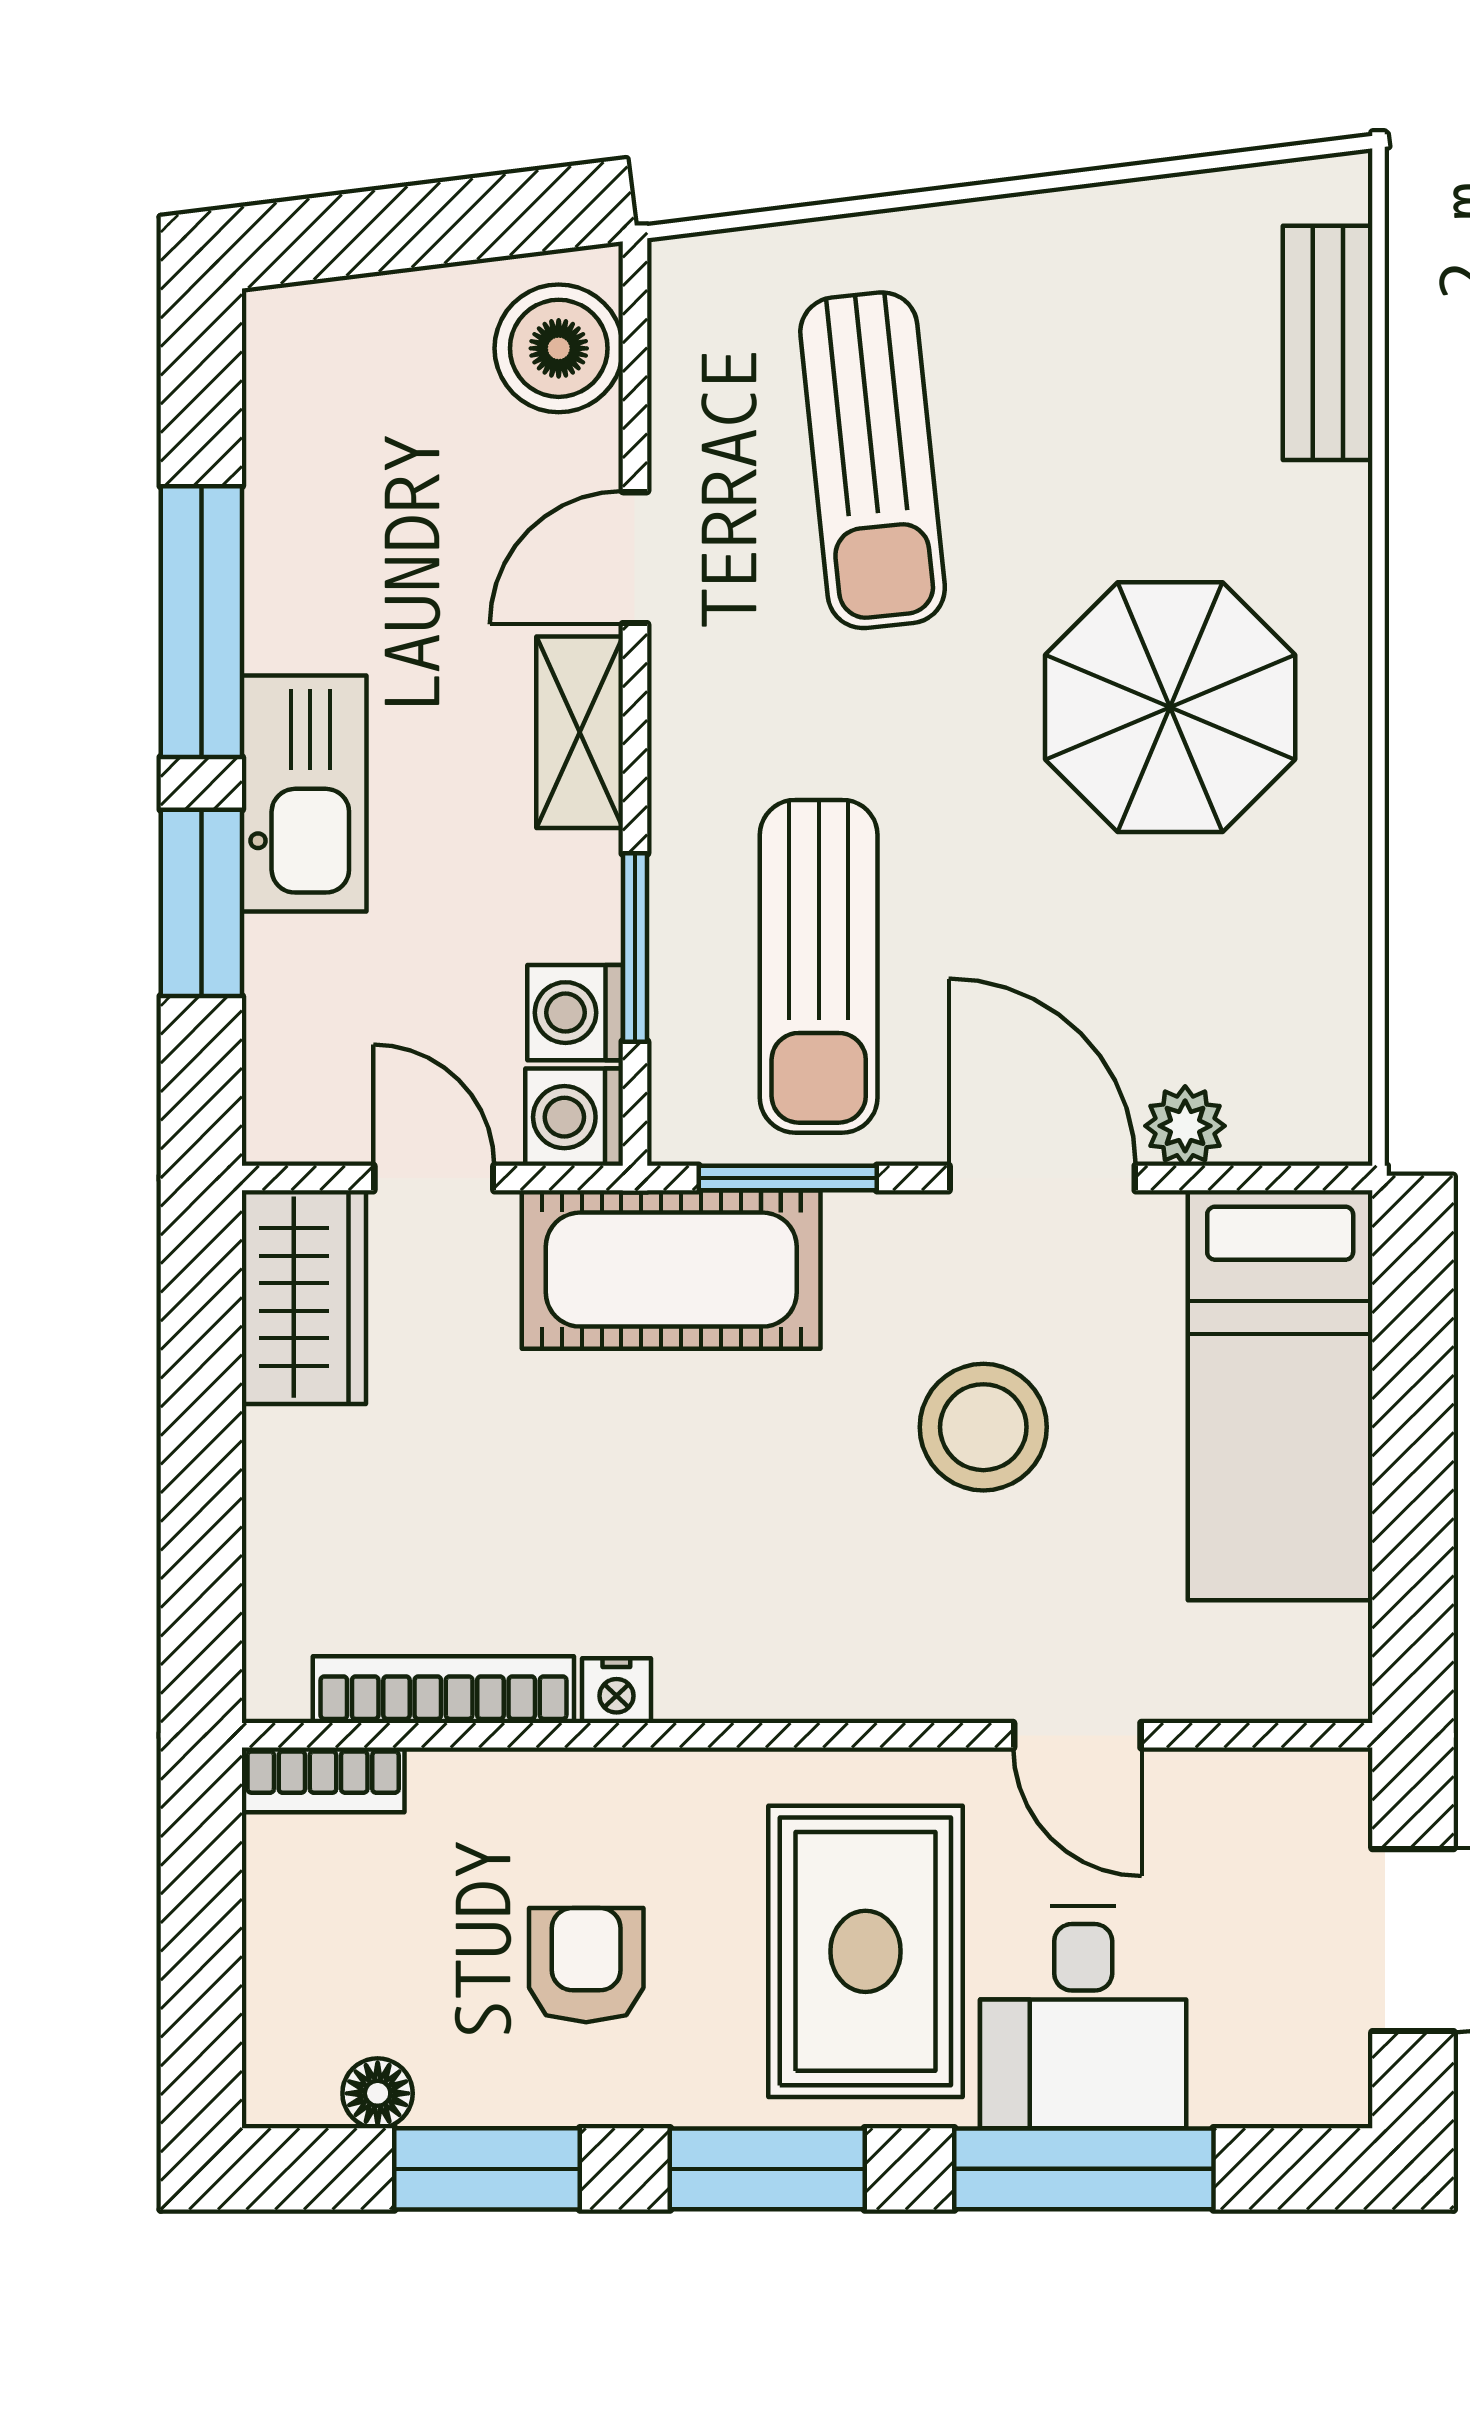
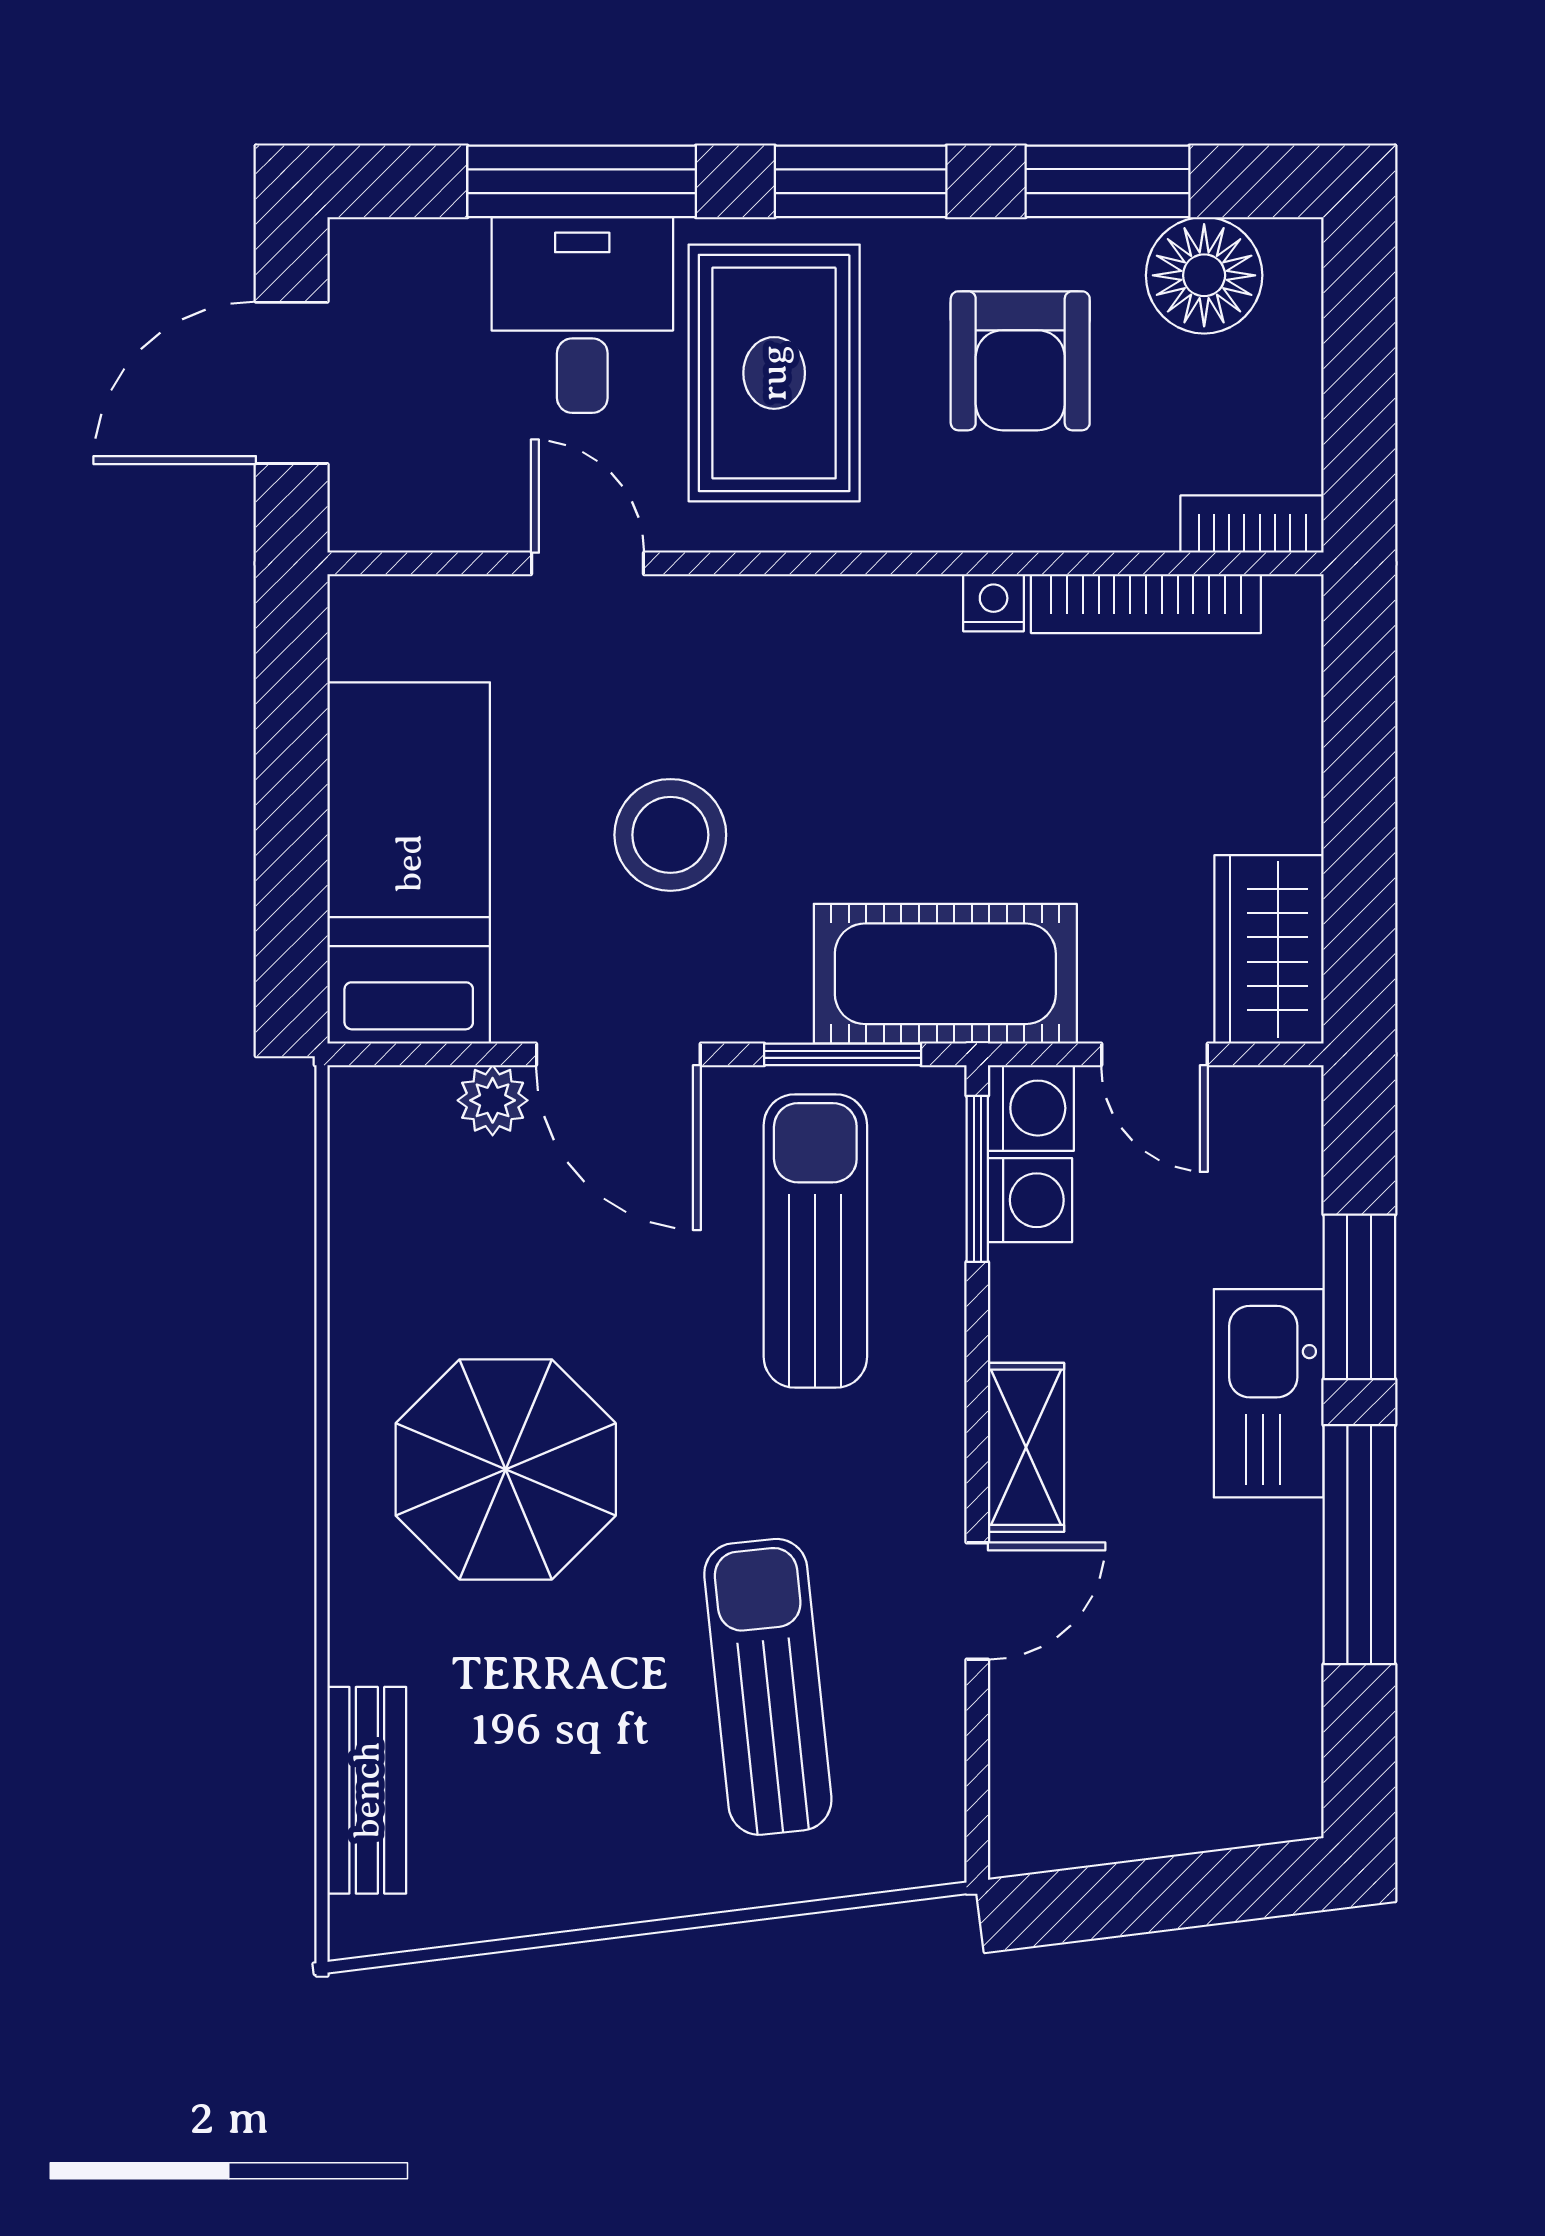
boiler: (559, 348) -> (1044, 1785), removed
window: (635, 948) -> (977, 1179), moved
armchair: (586, 1965) -> (1020, 361), width x1.38, depth x1.38
floor lamp: (378, 2093) -> (1204, 275), width x1.89, depth x1.89

